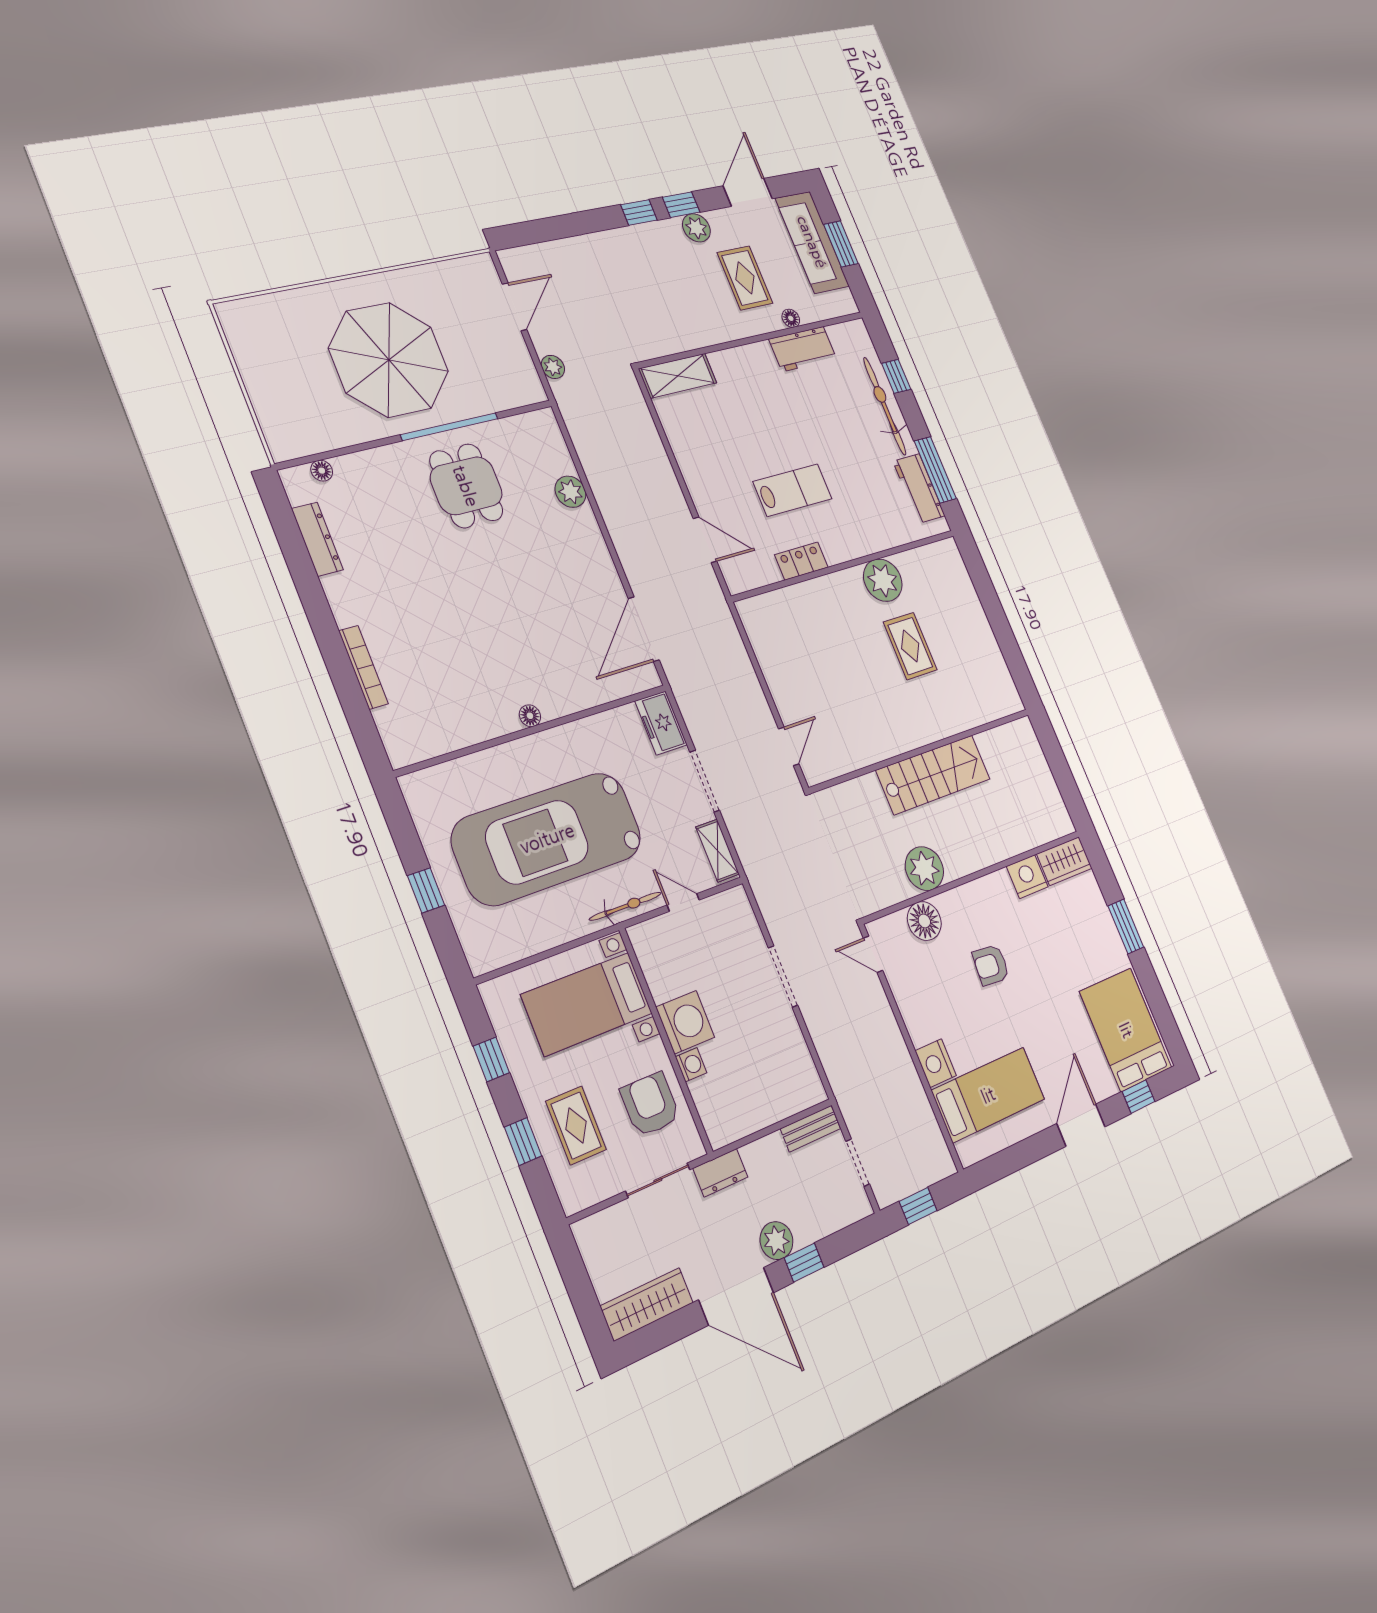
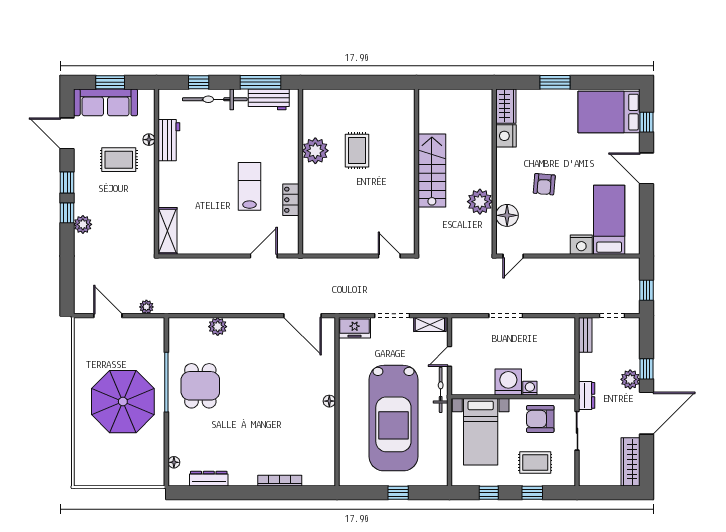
plant: (696, 228) -> (83, 224), moved
dining table: (466, 486) -> (200, 386), turned 90
rug: (910, 646) -> (357, 151), turned 90

